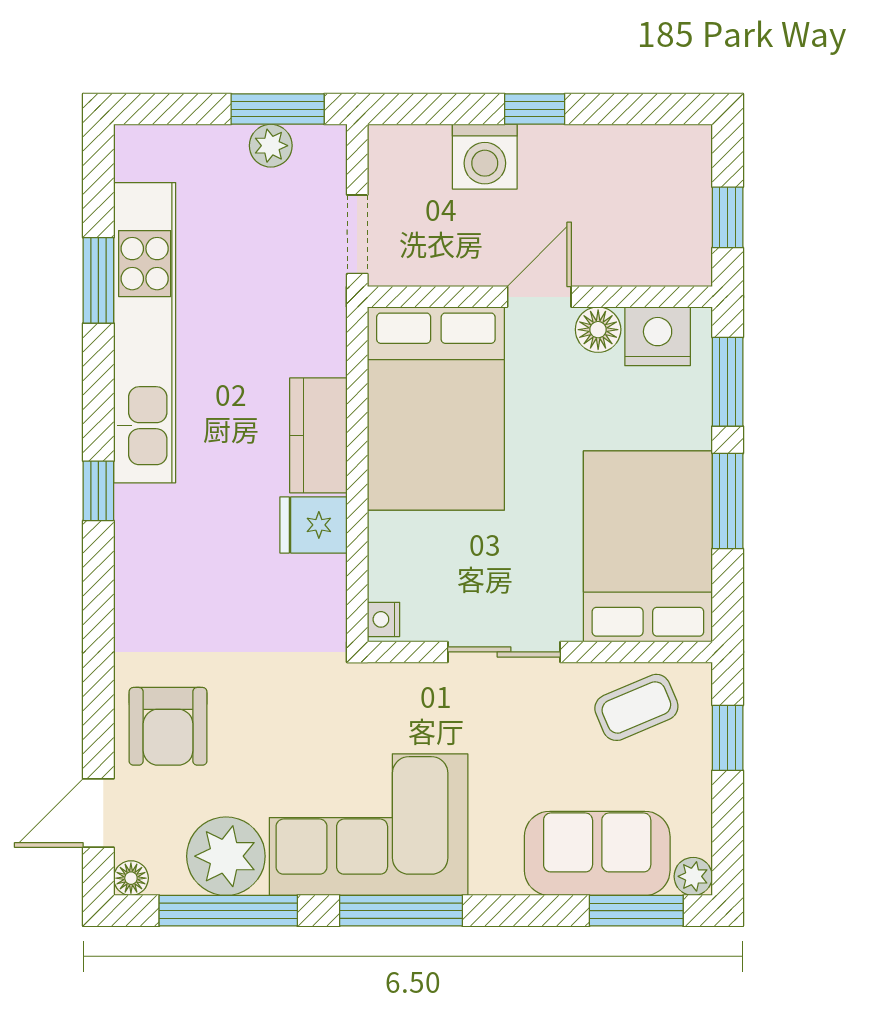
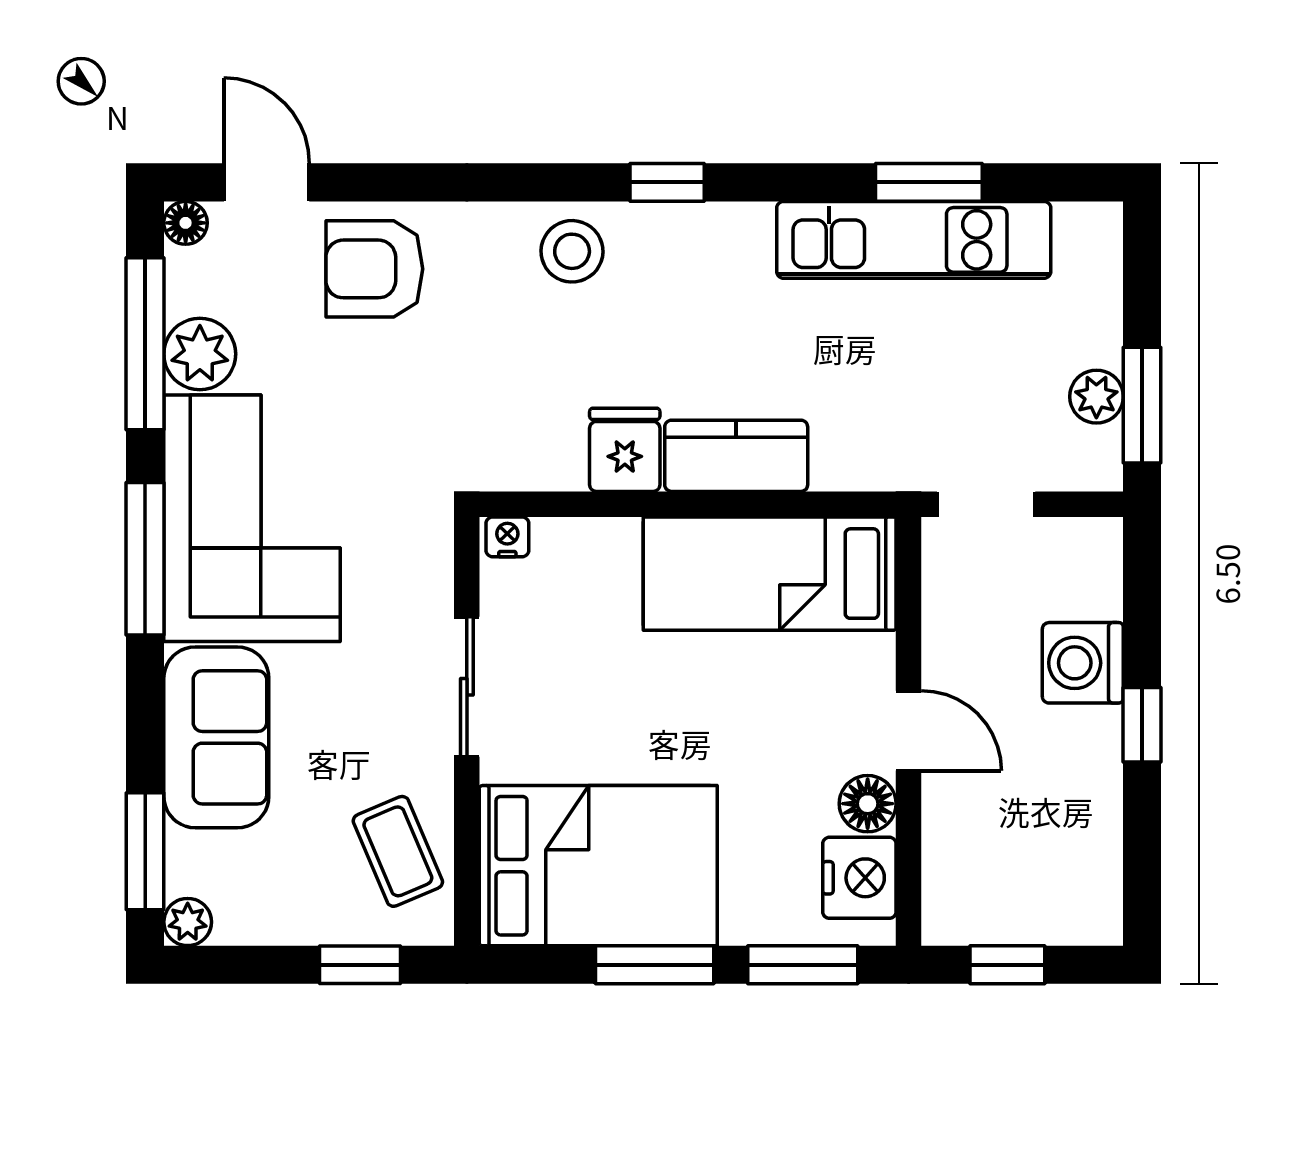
kitchen unit: (145, 333) -> (914, 240), width x0.73
bed: (436, 408) -> (770, 574), width x0.67
stool: (154, 567) -> (572, 251), added
sofa: (597, 853) -> (216, 737), moved
plant: (226, 856) -> (200, 354), width x0.73, depth x0.73

